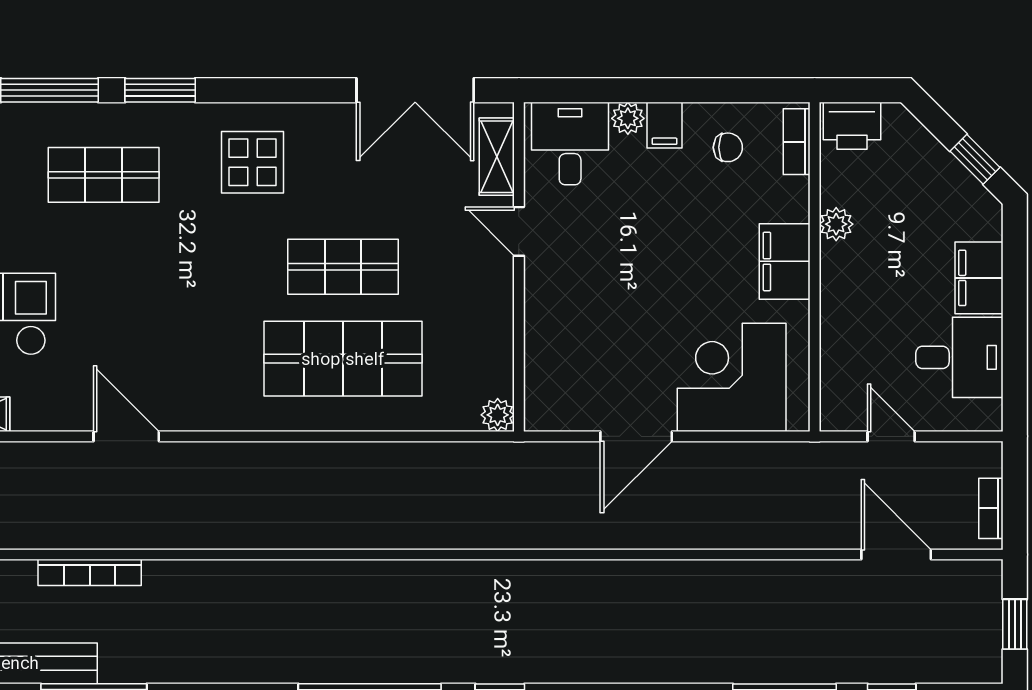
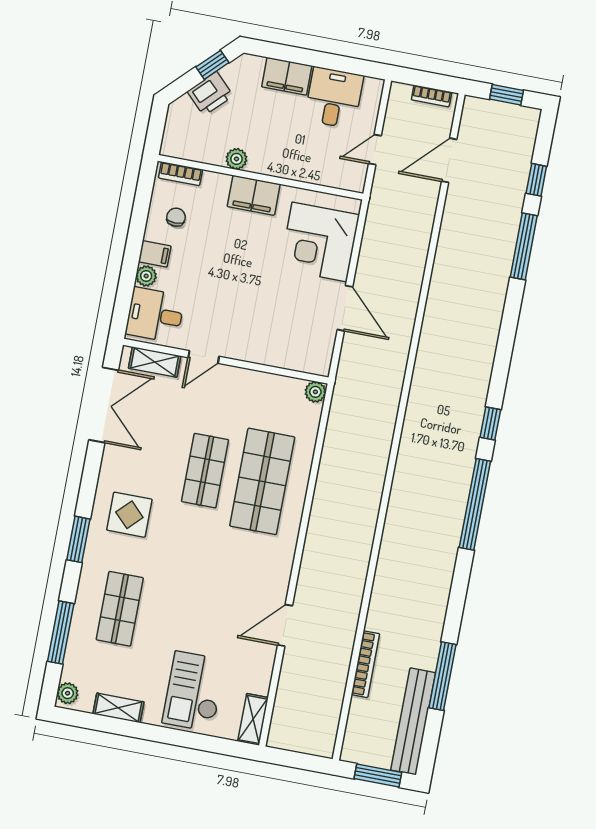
window: (160, 90) -> (78, 539), moved
printer: (852, 126) -> (210, 94), moved, turned 45

